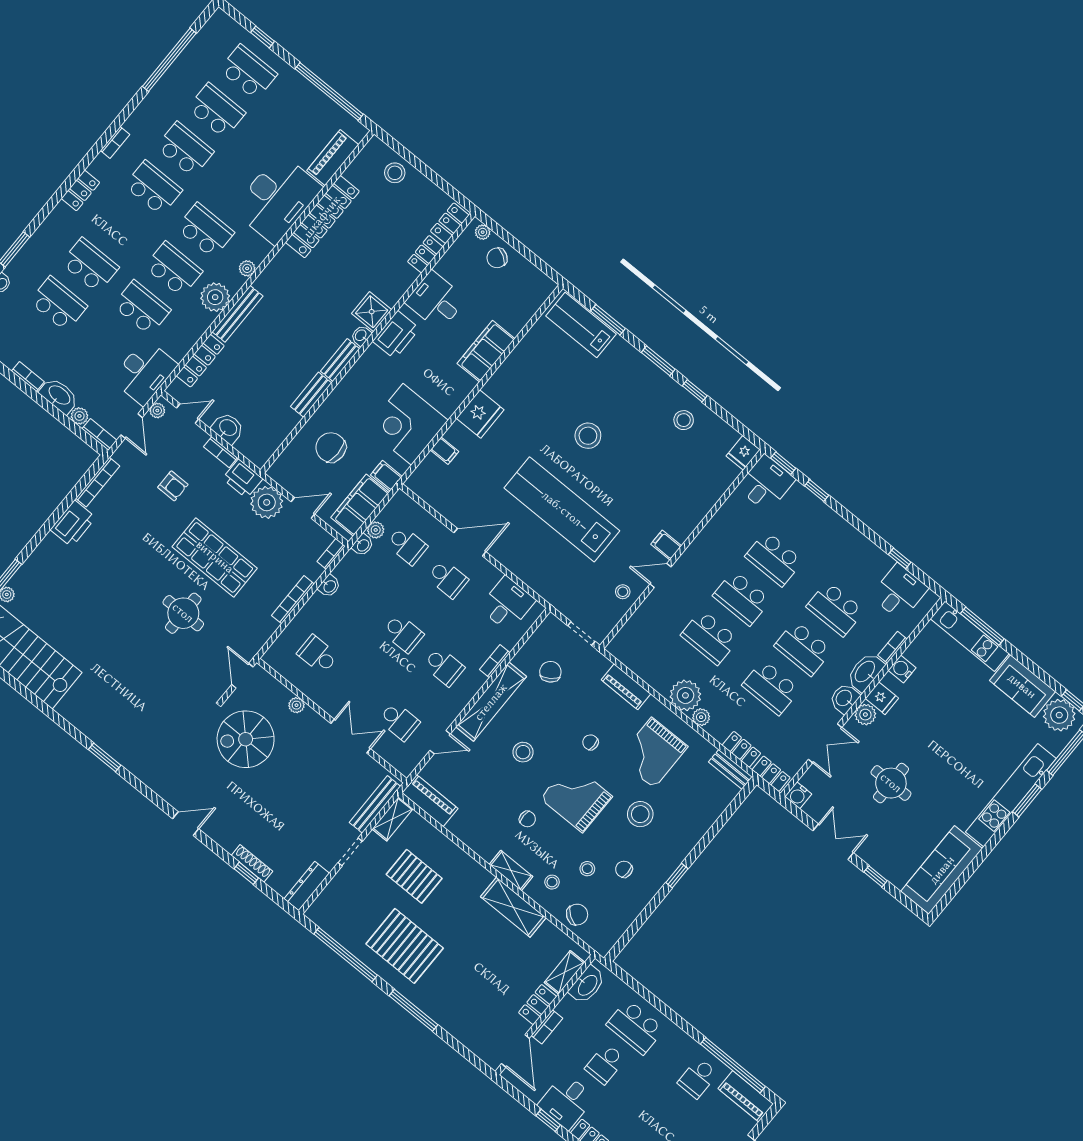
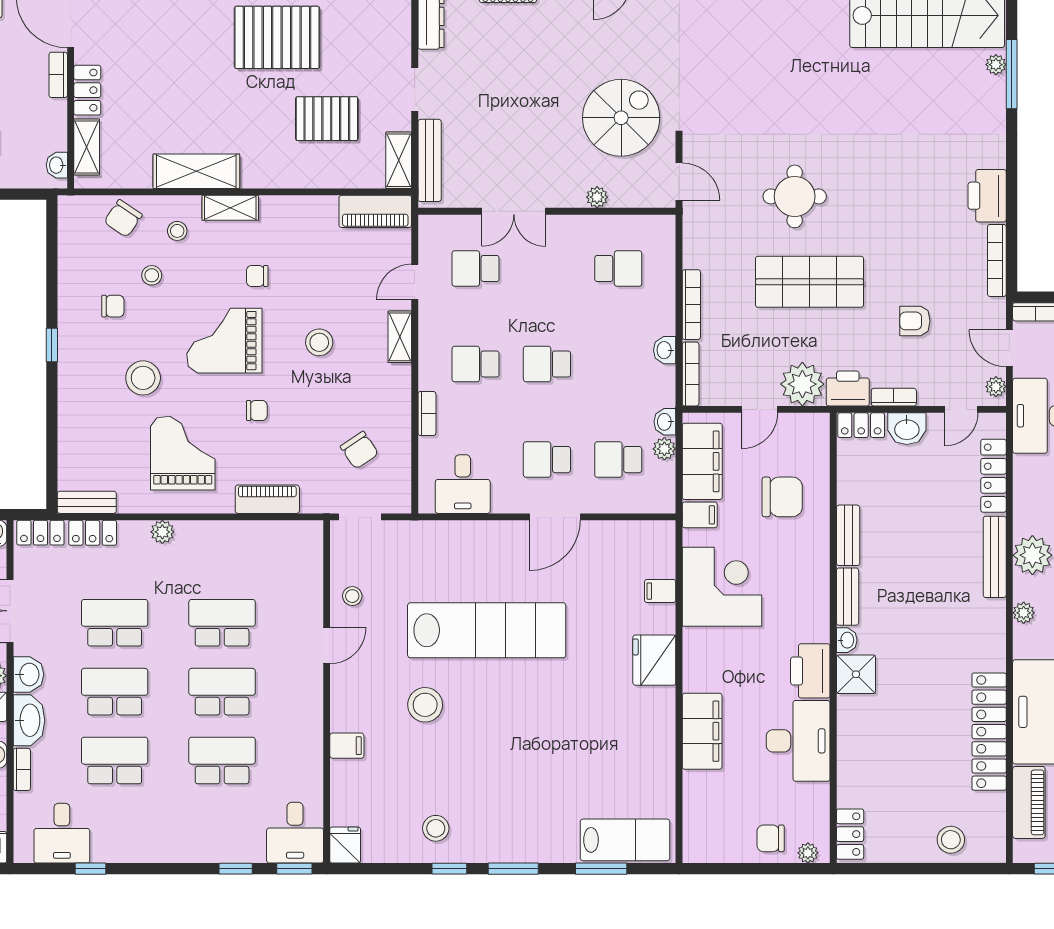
locker: (425, 254) -> (861, 425), moved, turned 90
chair: (497, 258) -> (771, 838), turned -121
desk: (436, 301) -> (798, 741), width x1.37
stool: (588, 436) -> (425, 705), moved
filing cabinet: (666, 545) -> (347, 746), moved
bookcase: (331, 554) -> (691, 374), width x1.56
plant: (685, 695) -> (197, 541), removed
shelving: (491, 702) -> (400, 337), width x0.45, depth x0.75
grand piano: (576, 797) -> (224, 341), turned 180
washbasin: (587, 985) -> (57, 165), width x0.52, depth x0.69

